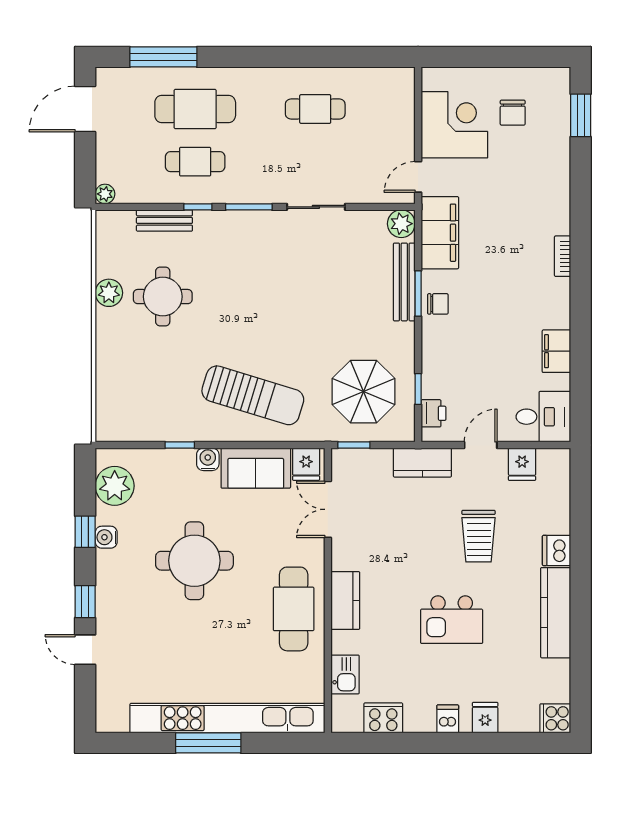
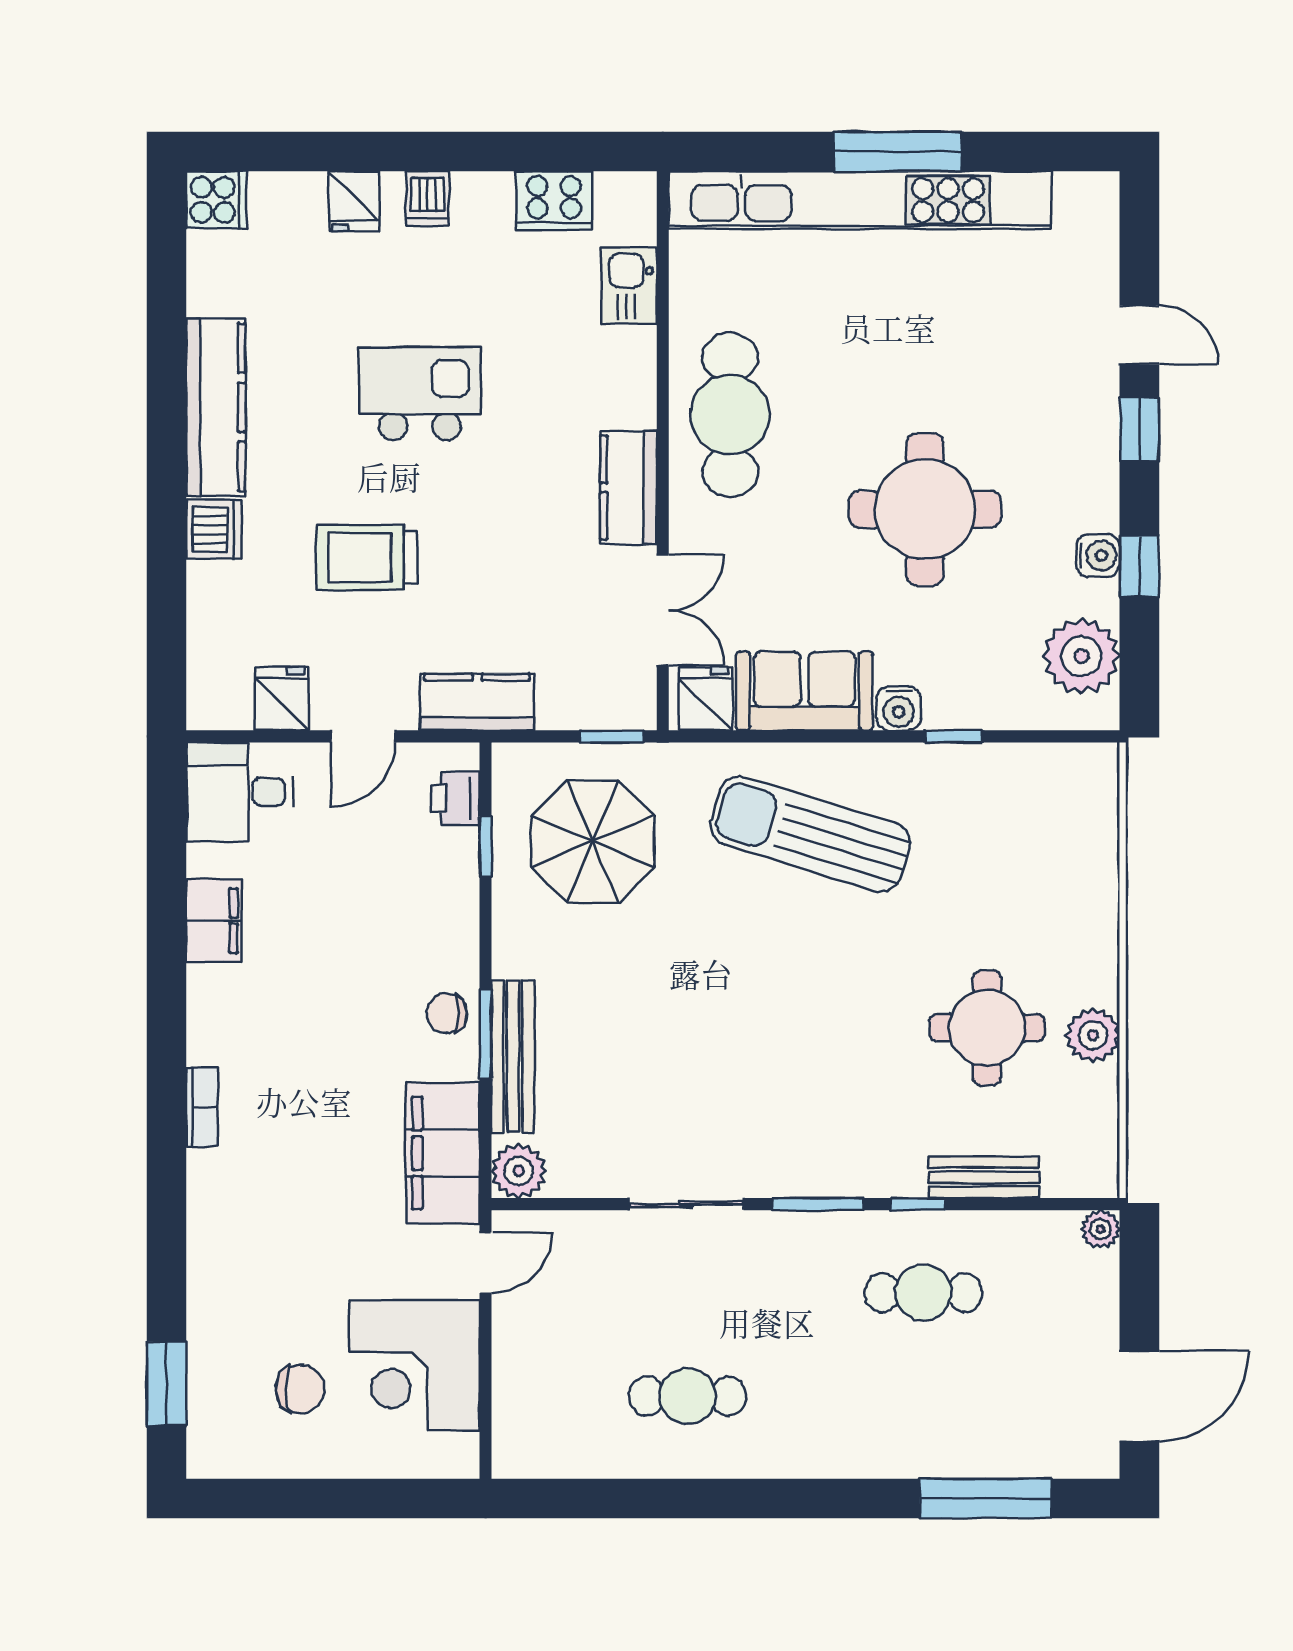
cafe table: (195, 109) -> (923, 1396), removed
chair: (513, 113) -> (300, 1389), turned 90
trolley: (479, 536) -> (367, 558), turned -90
kitchen counter: (345, 601) -> (629, 488), moved

